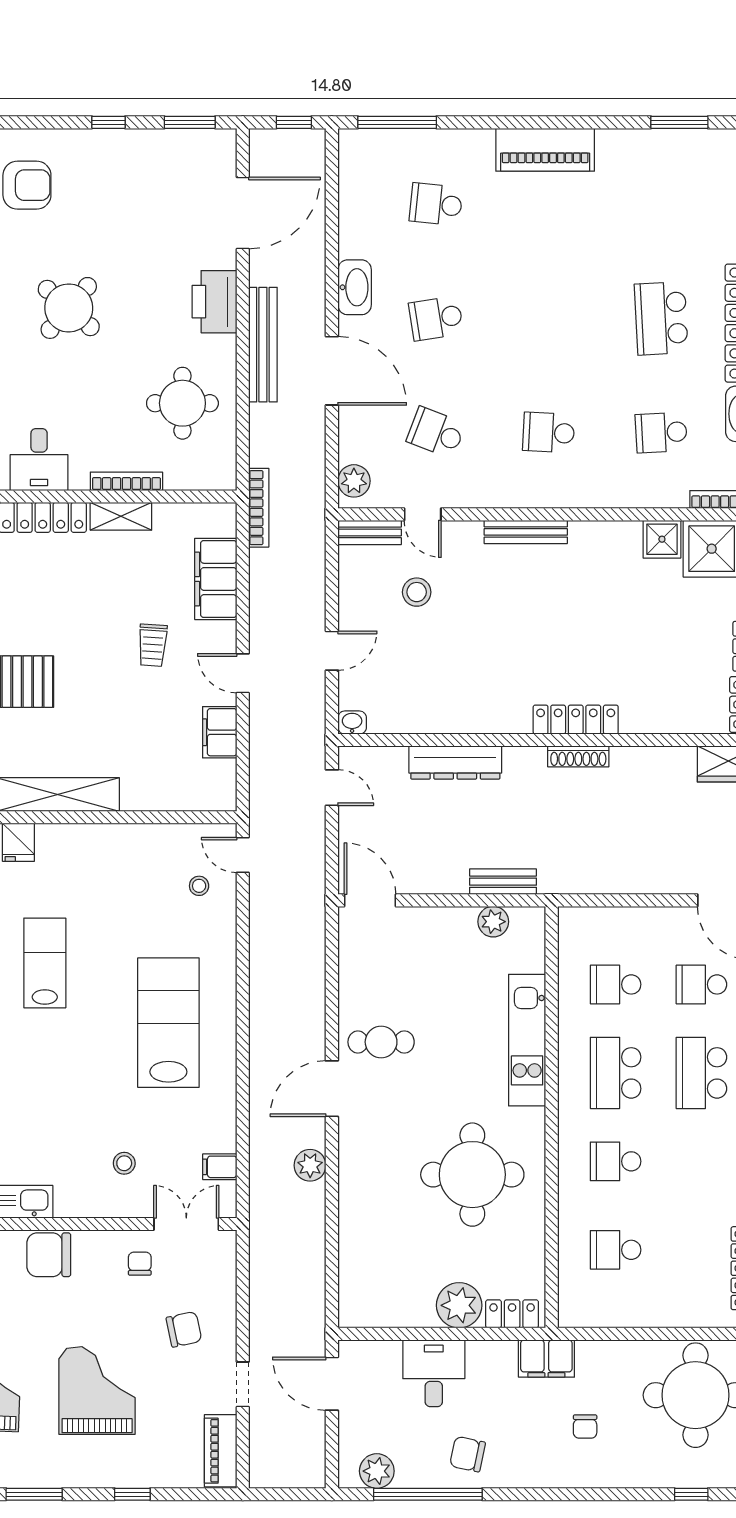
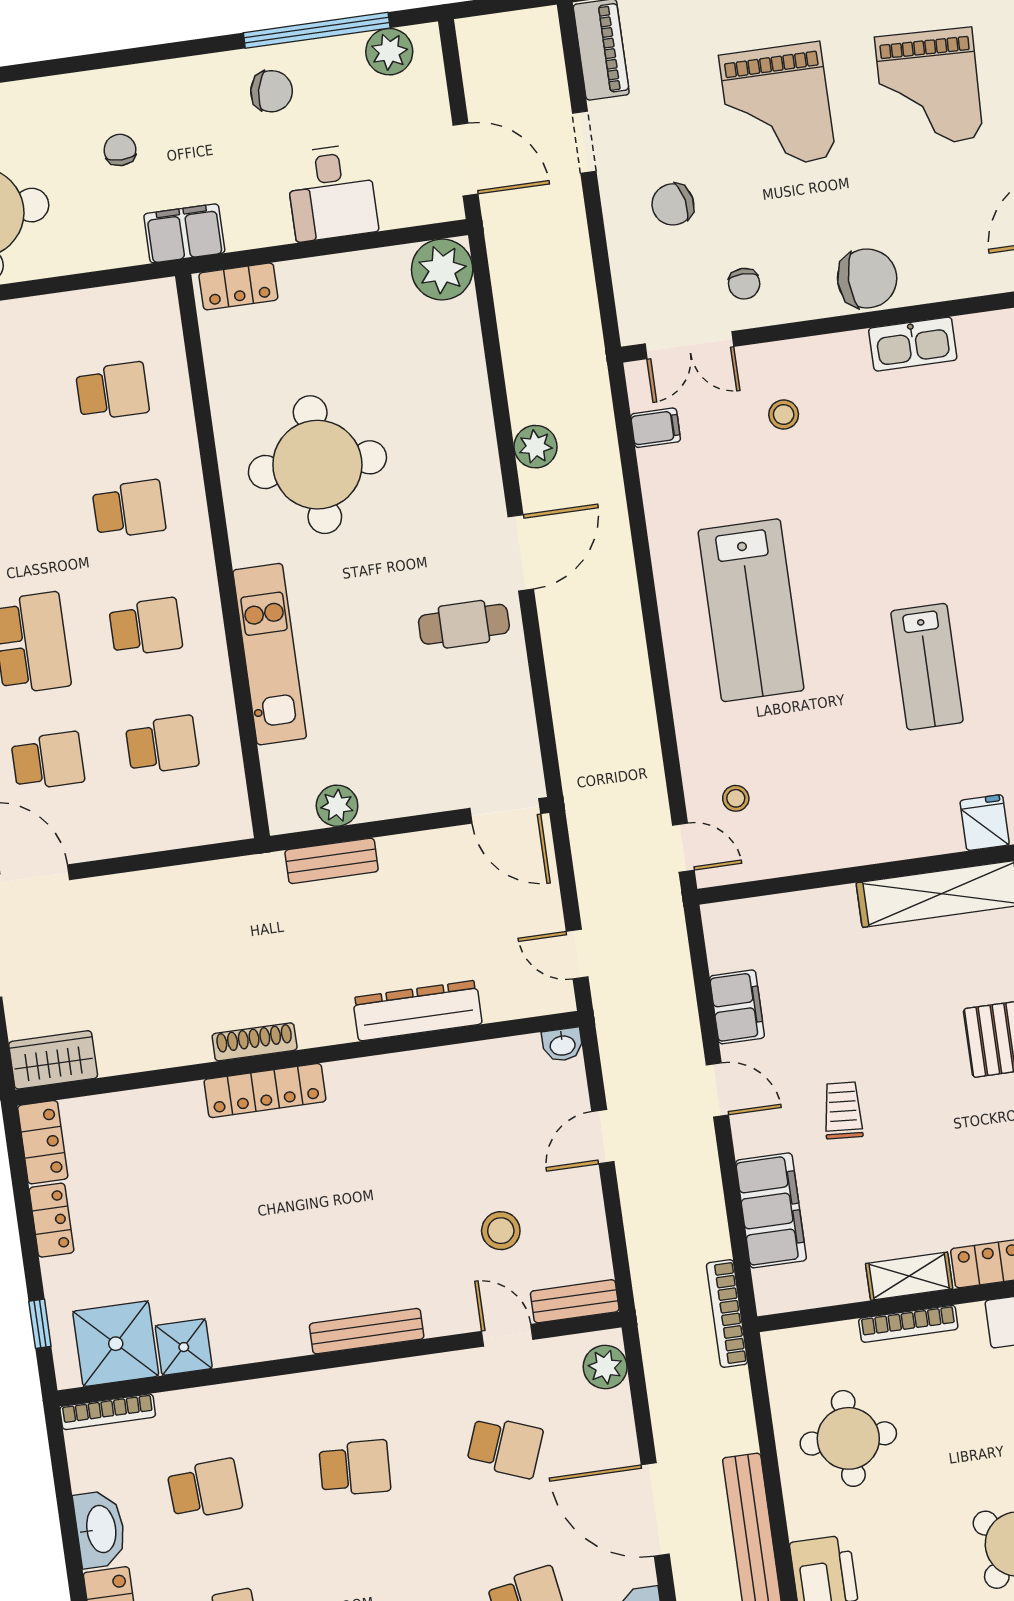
school desk: (616, 1073) -> (146, 627), width x0.54
plant: (459, 1305) -> (442, 270), moved

